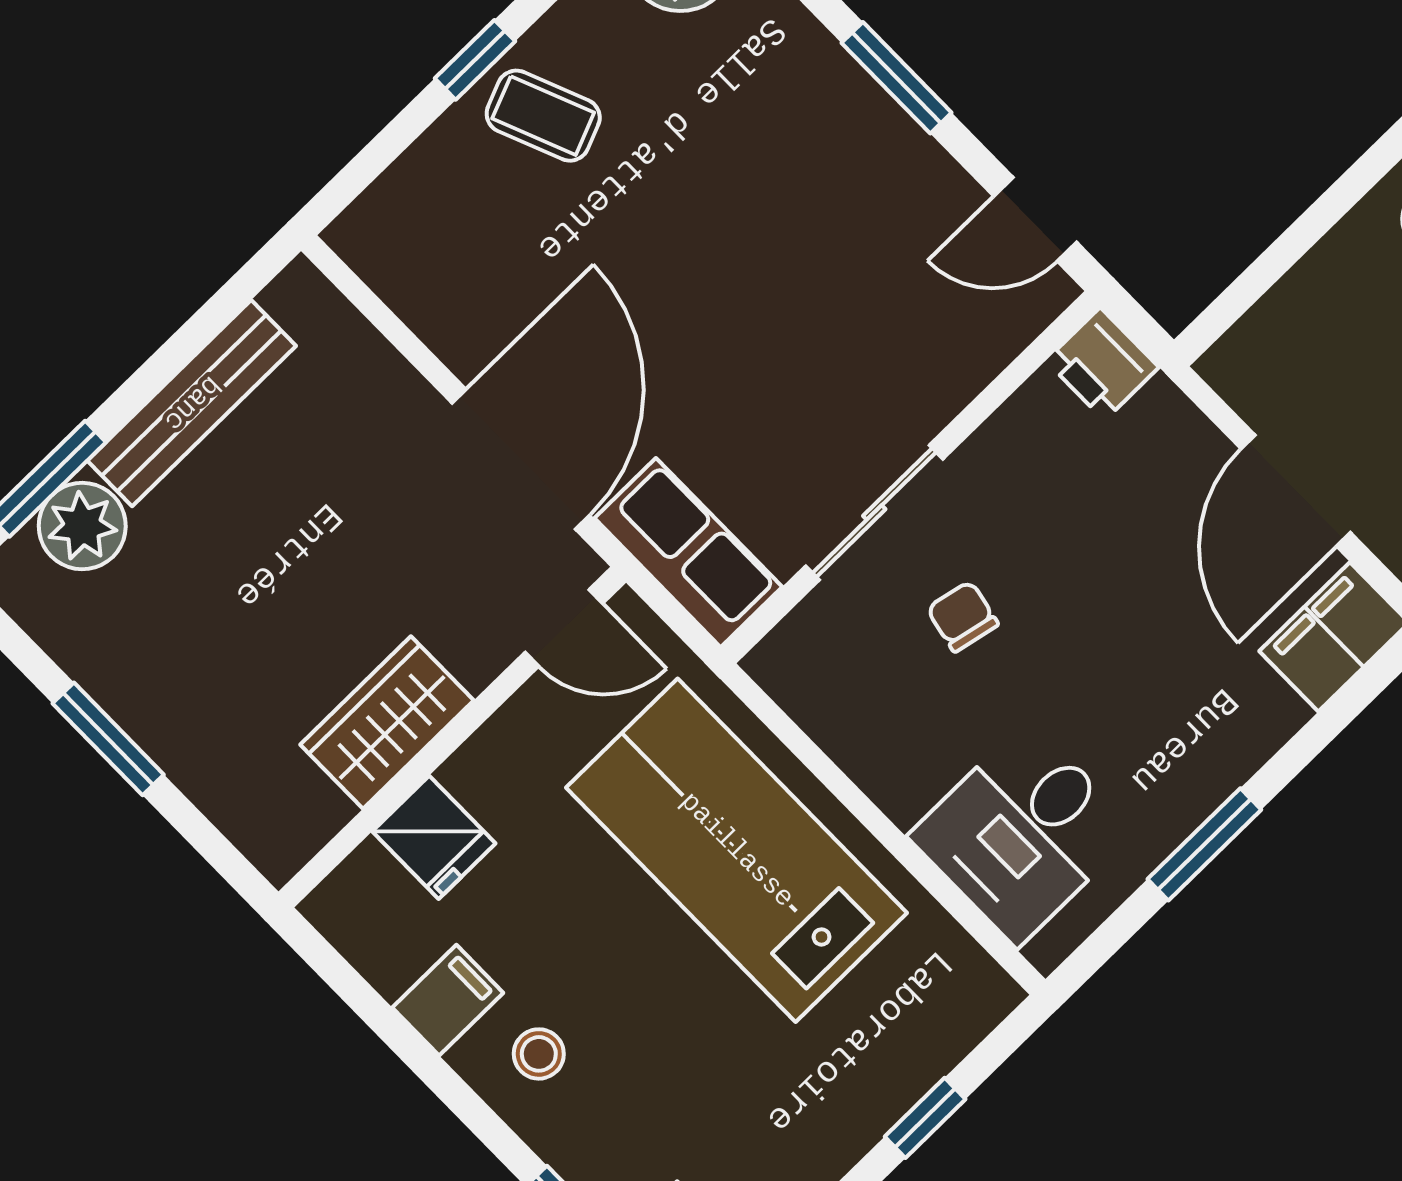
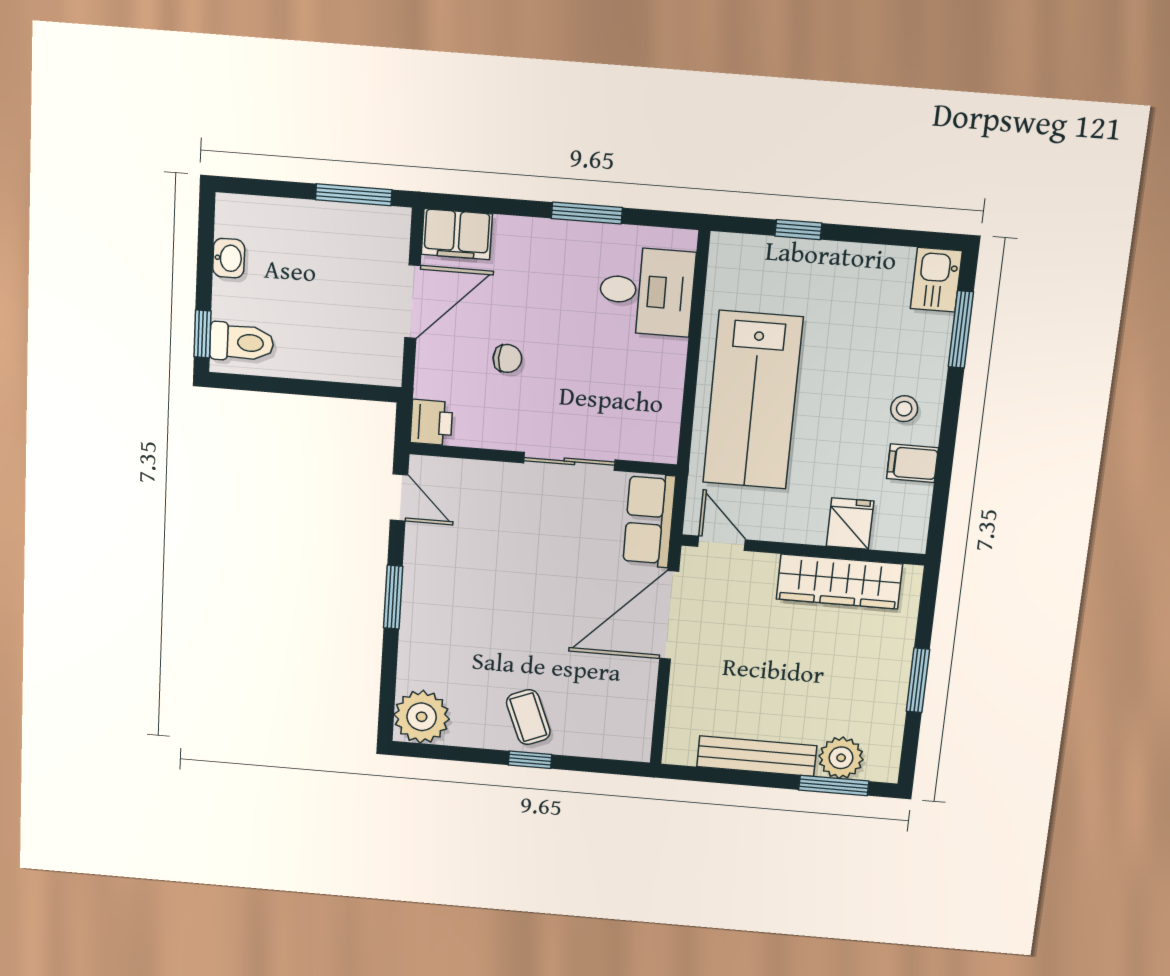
chair: (963, 616) -> (507, 358), moved, turned -102
wardrobe: (387, 722) -> (839, 582), width x1.50

